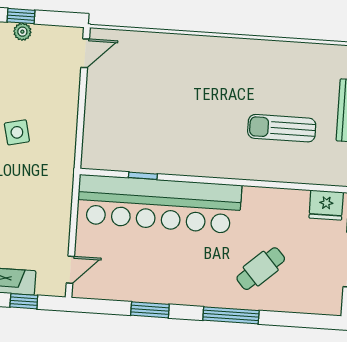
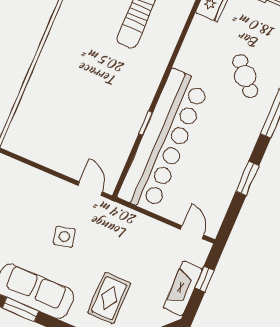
door: (85, 53) -> (90, 189), moved
window: (143, 176) -> (146, 123), moved

